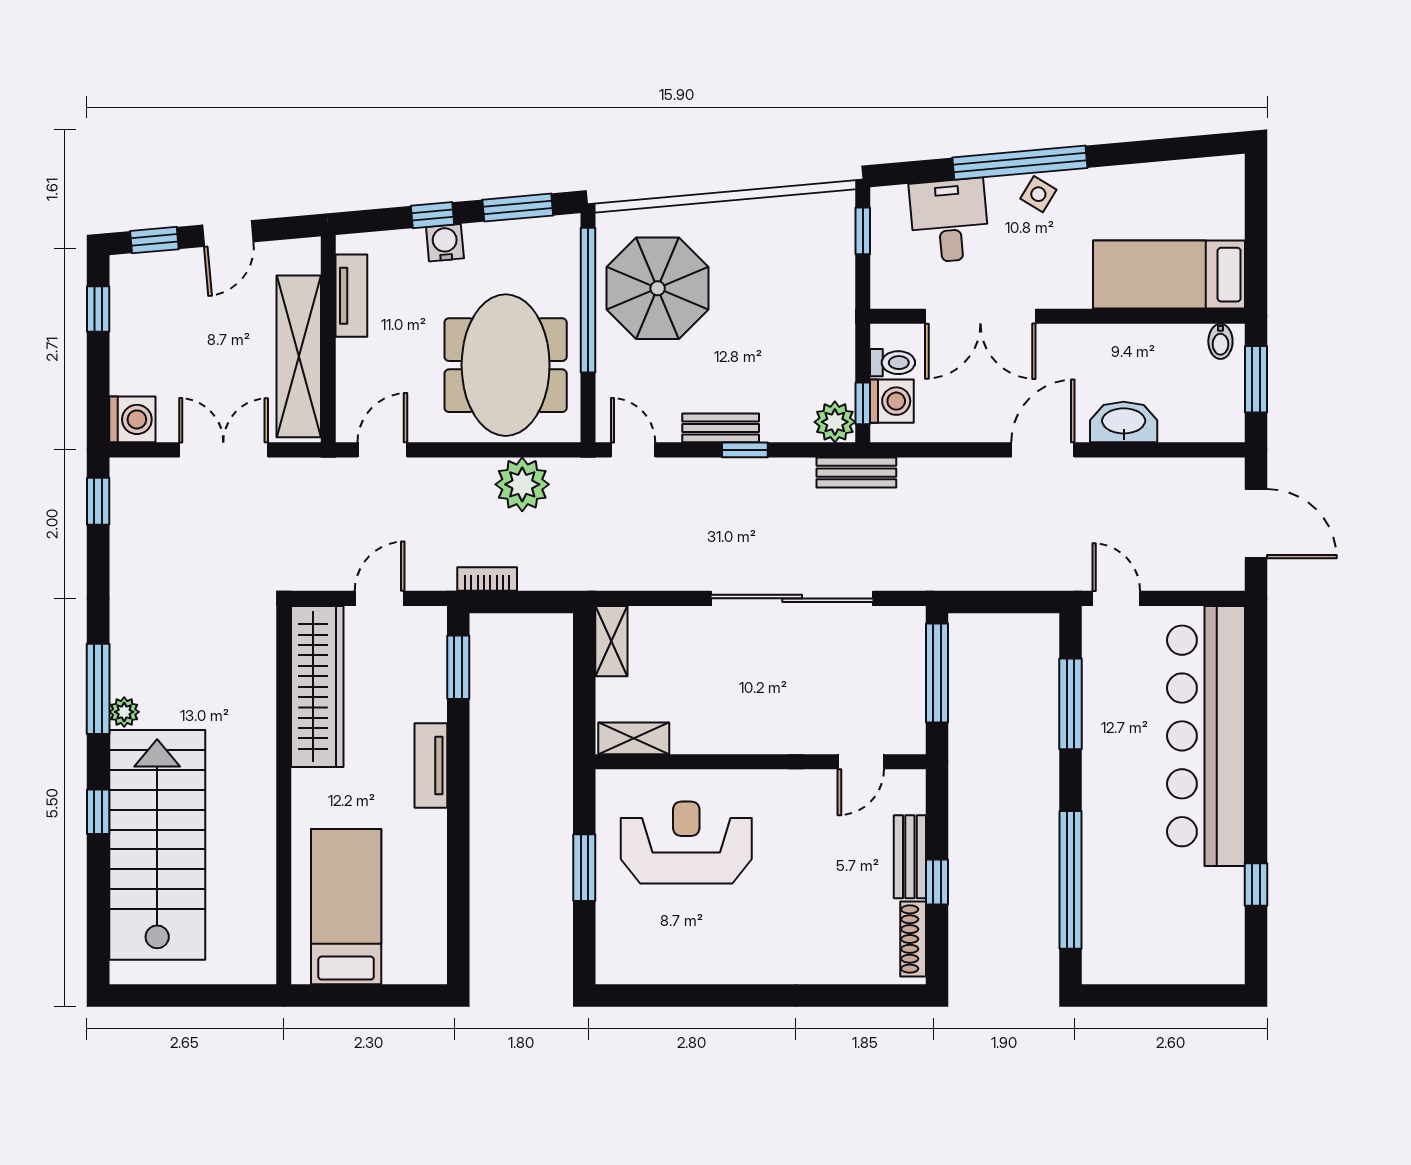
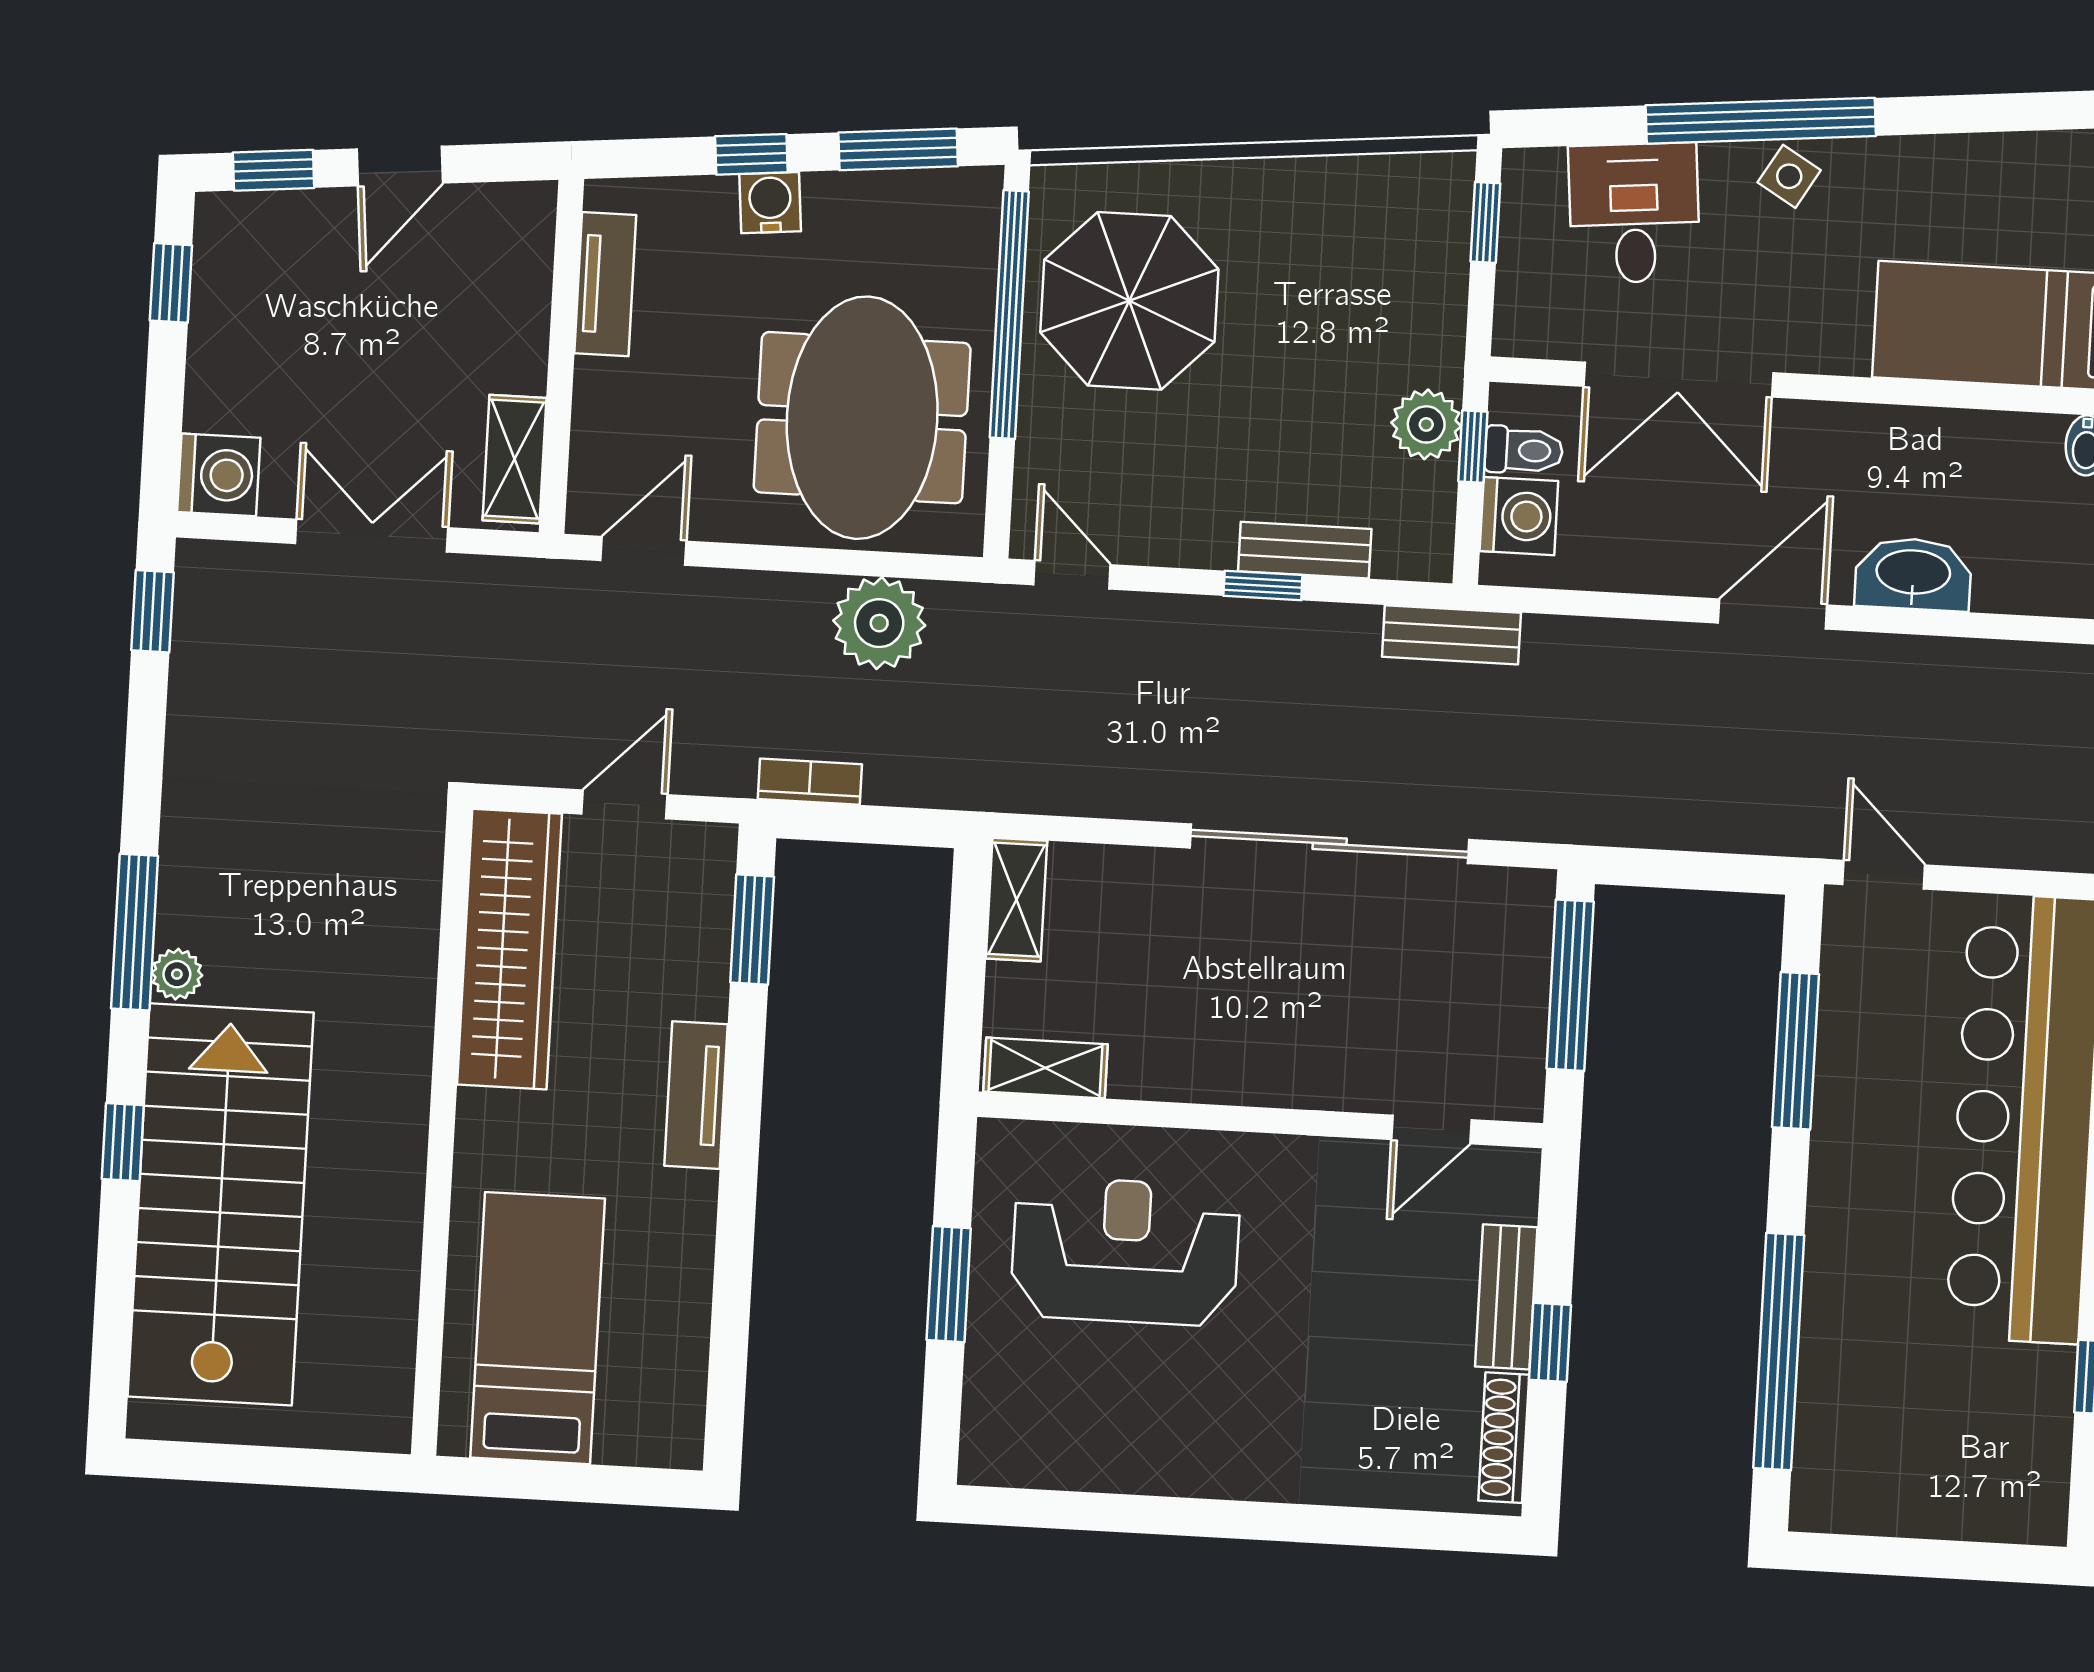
shelving: (299, 356) -> (515, 459), width x0.45, depth x0.75
window: (863, 403) -> (1473, 447), moved
plant: (835, 422) -> (1426, 424), moved
bench: (721, 428) -> (1305, 550), moved

